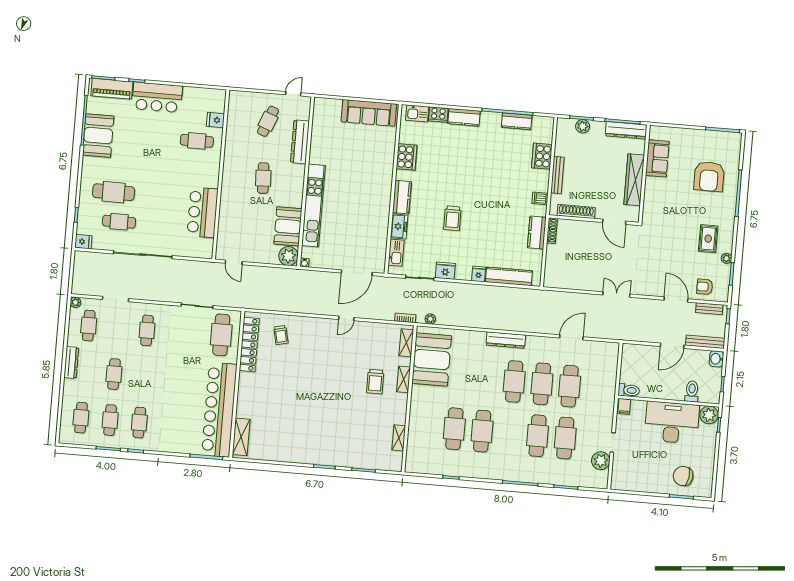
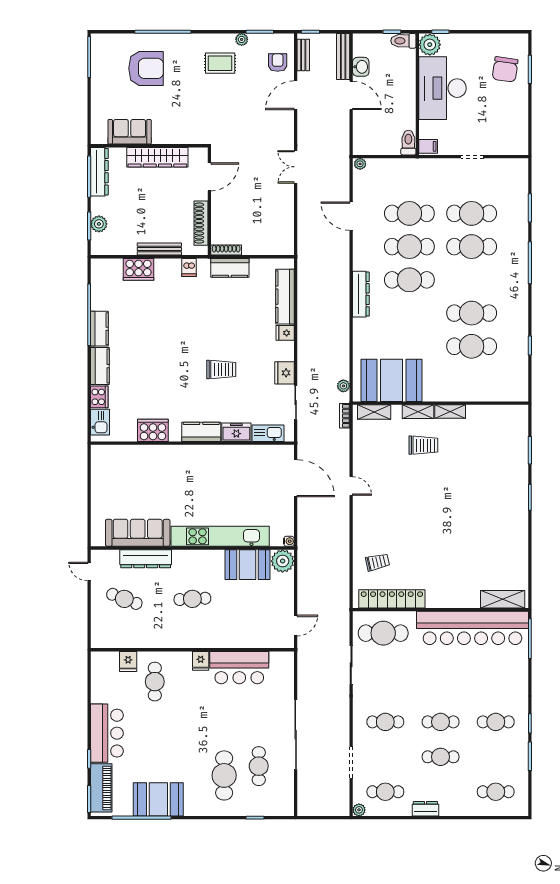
sofa: (369, 113) -> (138, 533), moved, turned -90
kitchen counter: (517, 121) -> (99, 329), moved
fridge: (83, 242) -> (201, 661), moved, turned 180
armchair: (705, 287) -> (278, 63), turned 180
washbasin: (716, 359) -> (361, 67), moved, turned -90
dresser: (71, 363) -> (425, 809), width x0.70
toilet: (692, 391) -> (403, 41), moved
cafe table: (110, 420) -> (441, 722), moved
shelving: (399, 438) -> (450, 412), moved
plant: (601, 461) -> (360, 164), moved, width x0.53, depth x0.53

